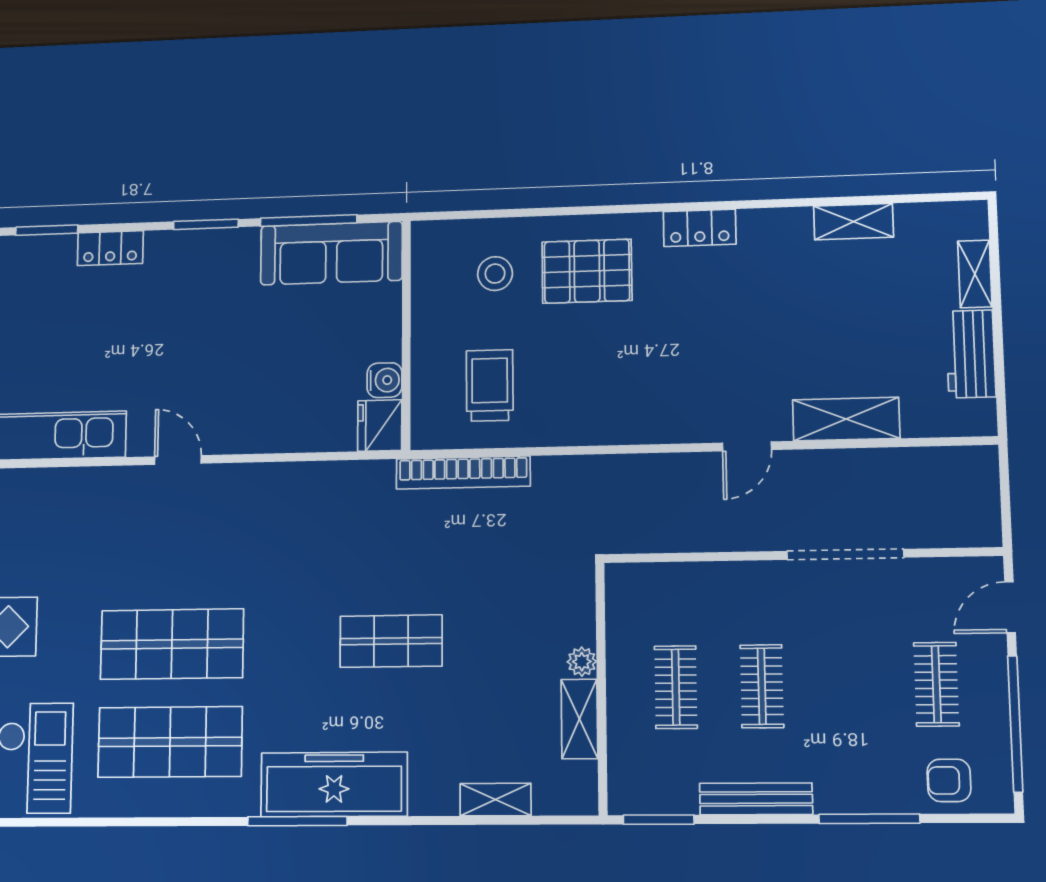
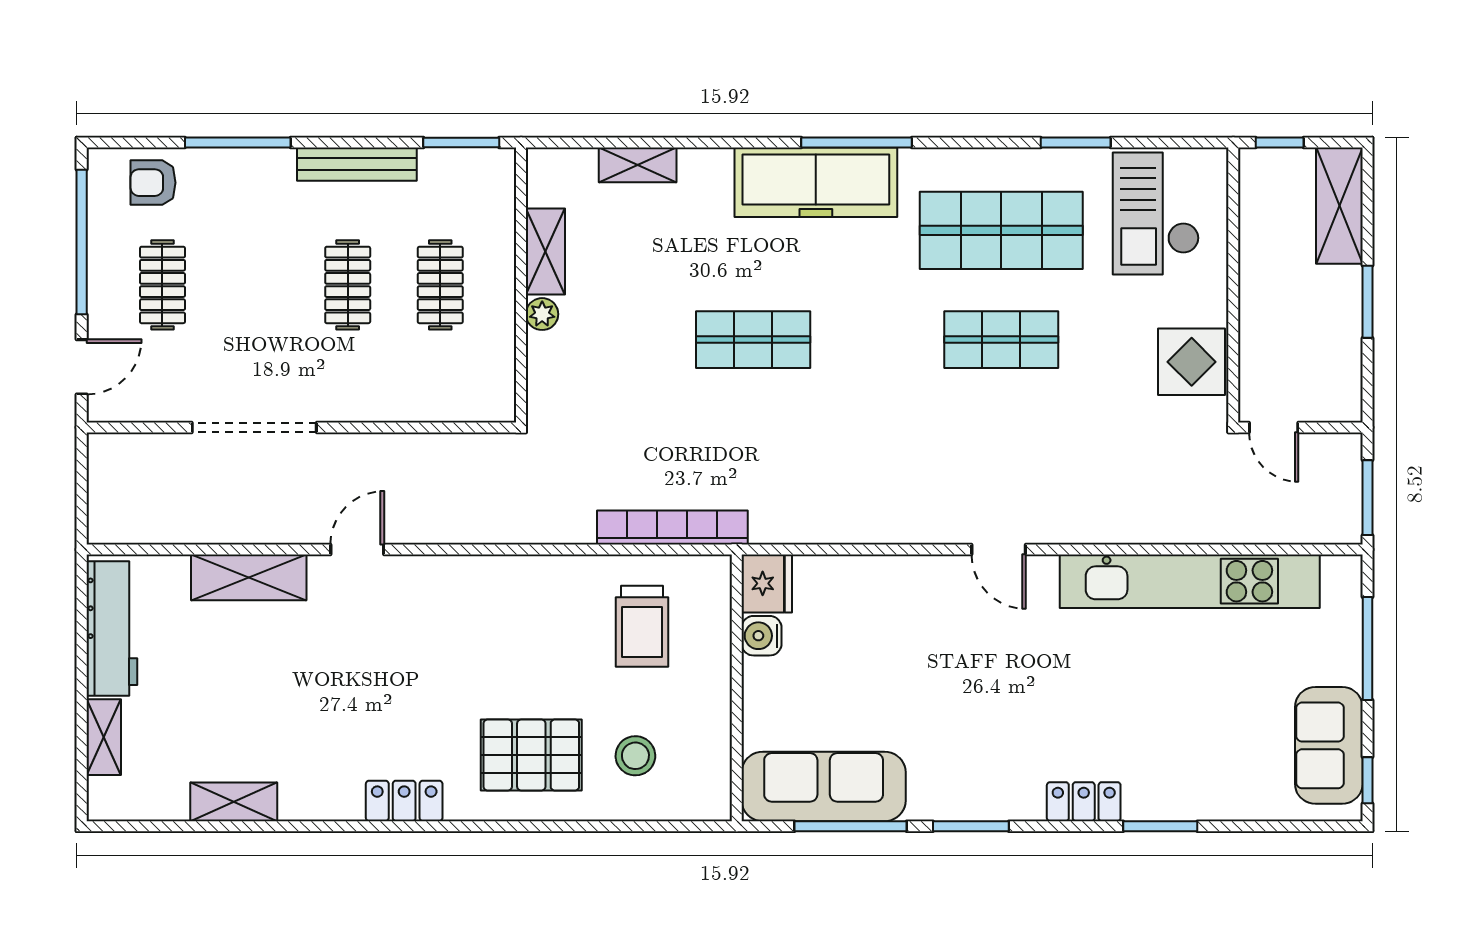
workbench: (971, 354) -> (112, 628), width x1.38
shop shelf: (172, 644) -> (1001, 340), width x0.70, depth x0.74
armchair: (949, 780) -> (153, 183), turned 180
window: (103, 822) -> (1076, 143), added

